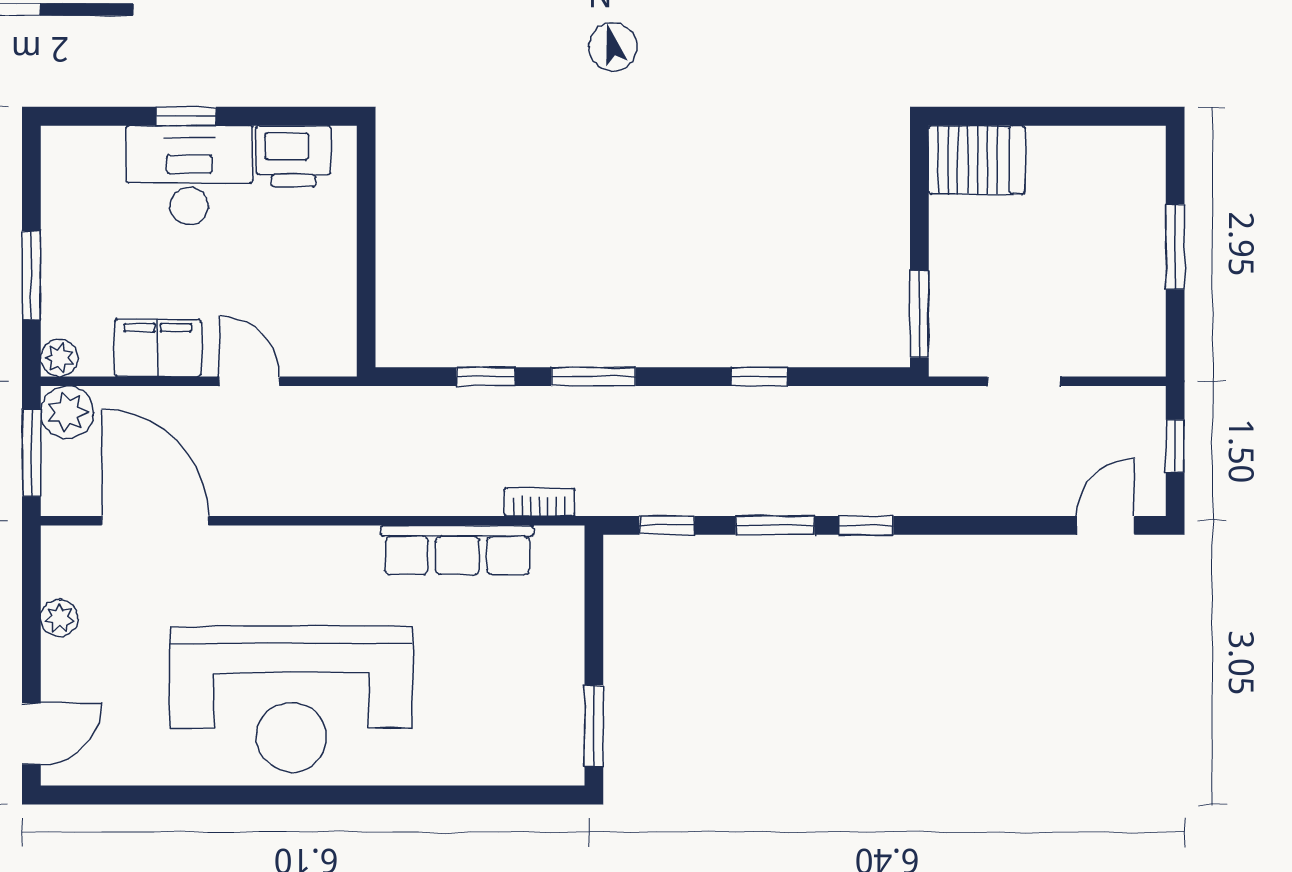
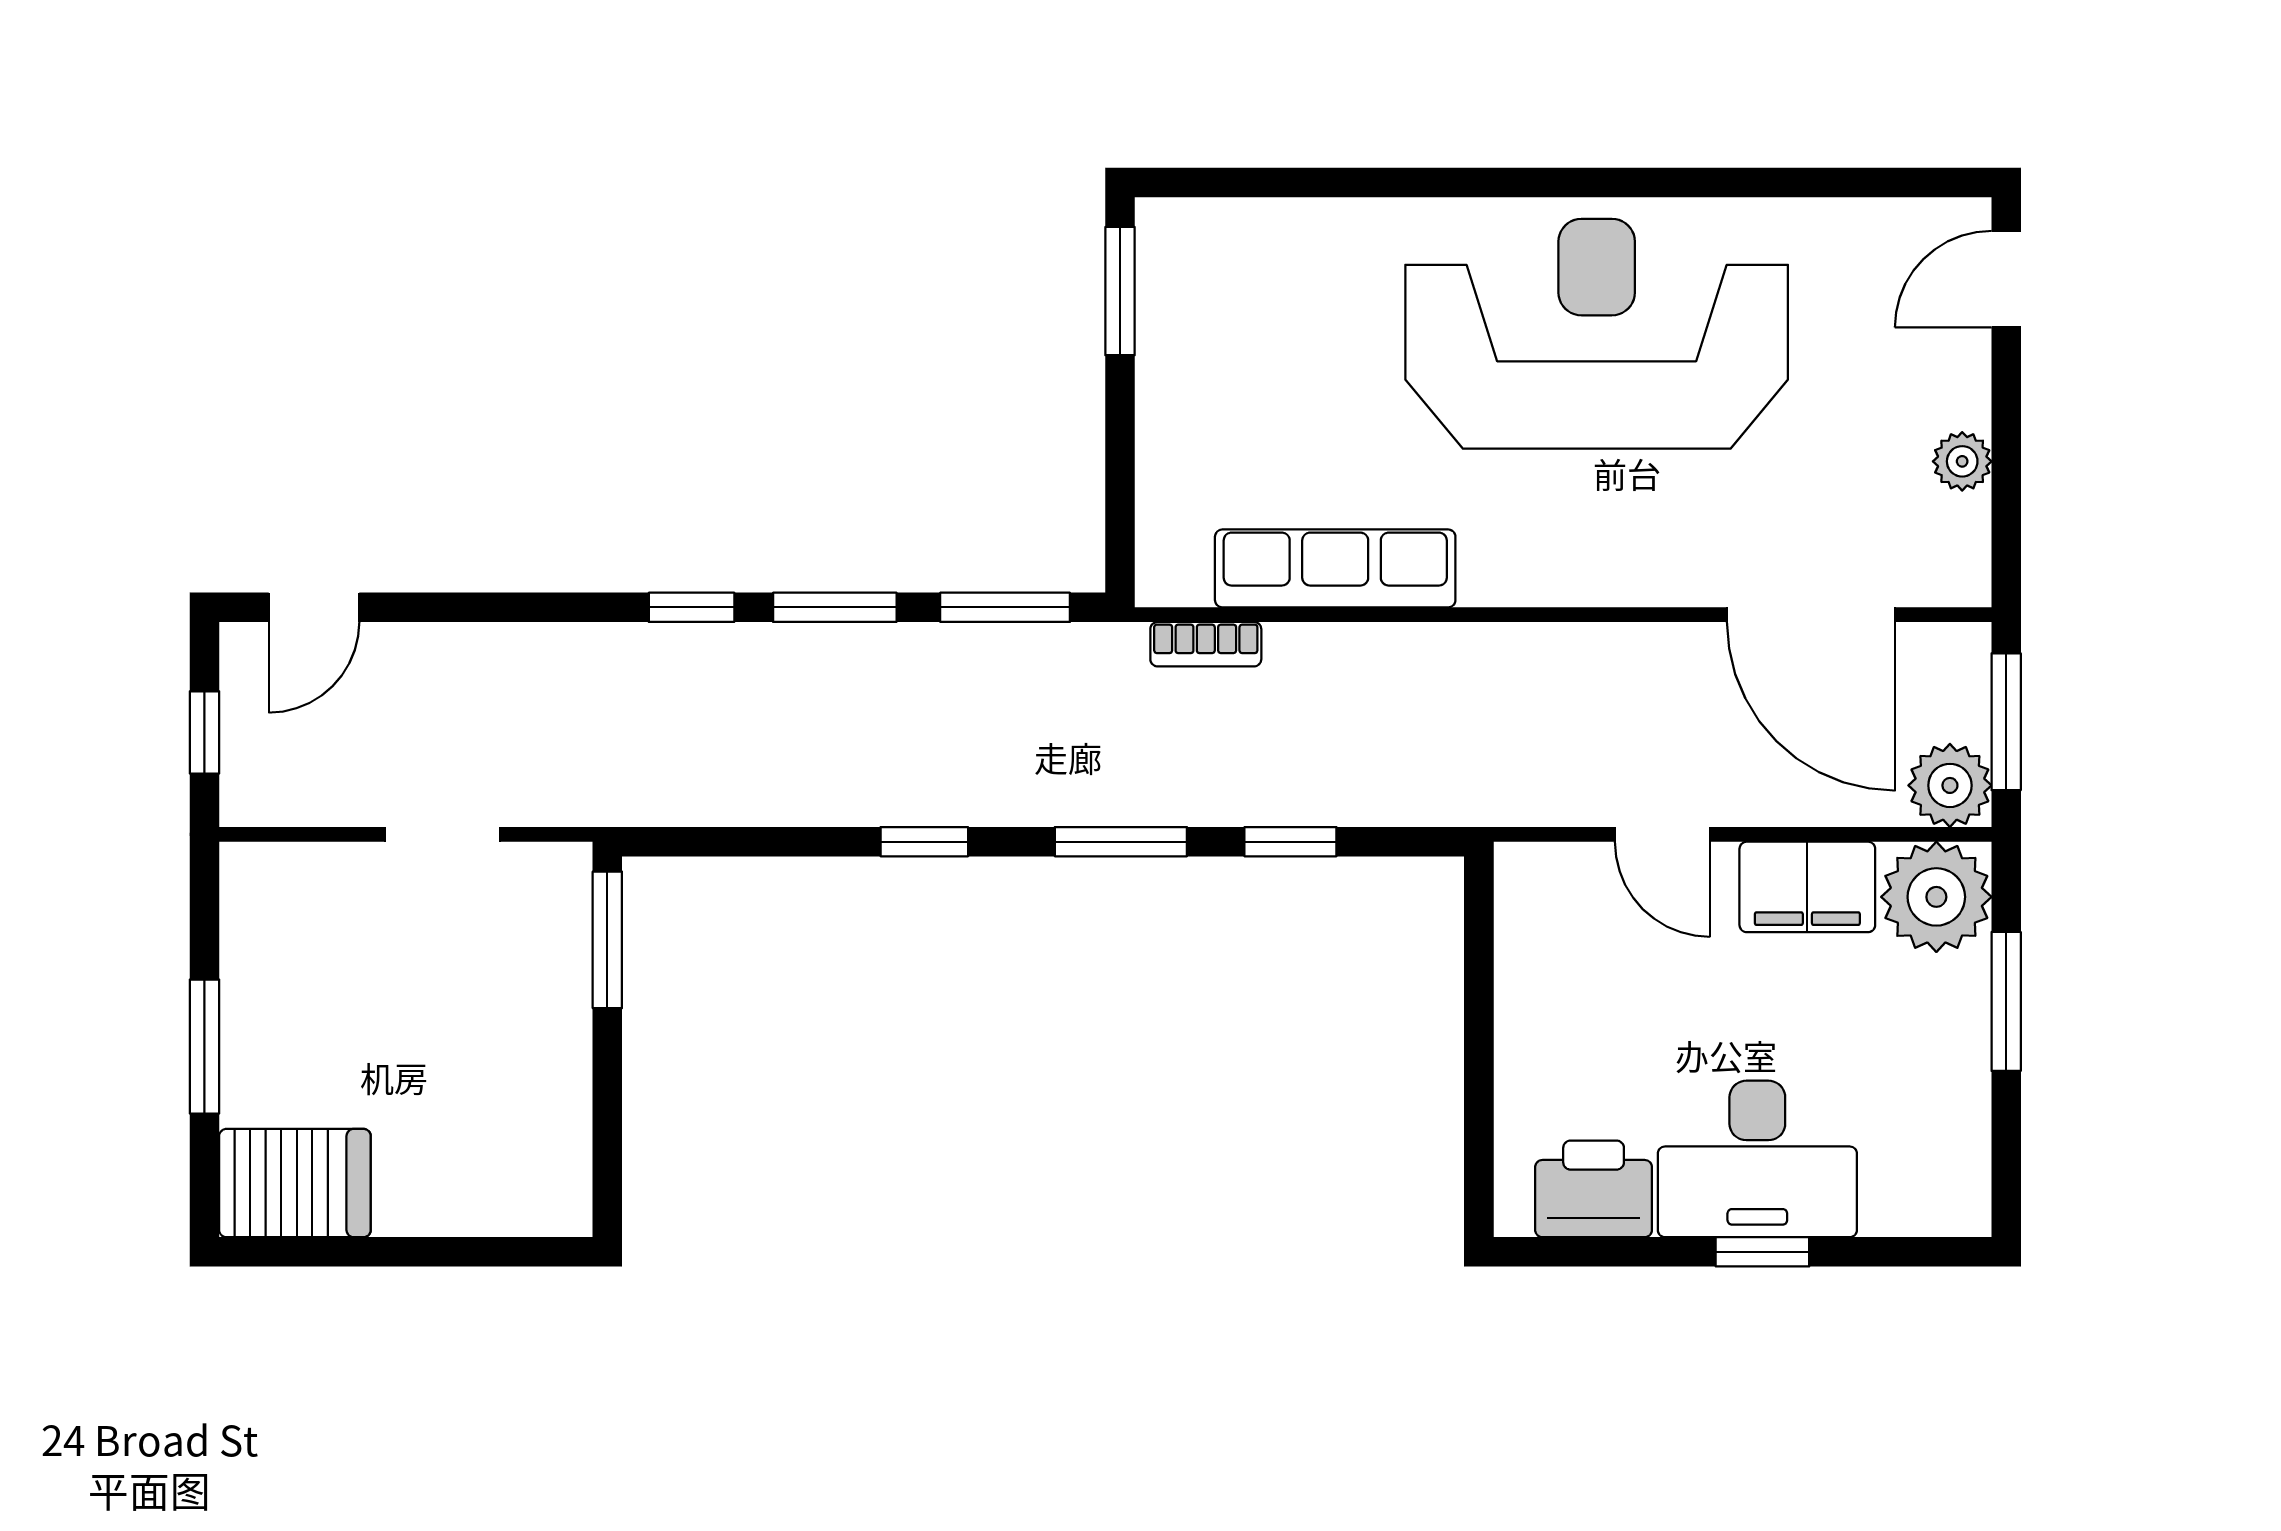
server rack: (977, 160) -> (295, 1183), moved, turned 180
plant: (59, 358) -> (1936, 897), width x1.88, depth x1.88
window: (759, 377) -> (924, 842), moved
window: (667, 525) -> (1005, 607), width x1.50

